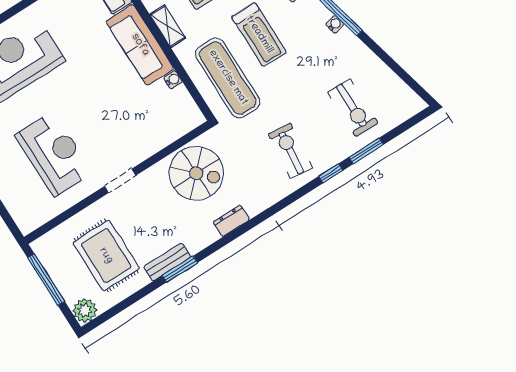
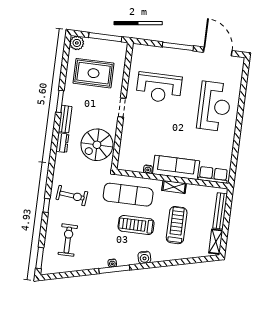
exercise bike: (353, 108) -> (68, 240), turned 90
window: (366, 151) -> (40, 258), moved
bench: (167, 262) -> (65, 119), moved

